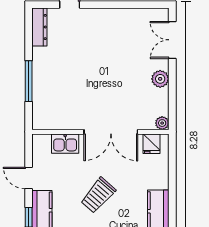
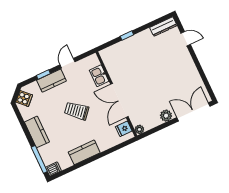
double door: (172, 40) -> (193, 112), width x1.37
window: (29, 81) -> (127, 35), width x0.46

